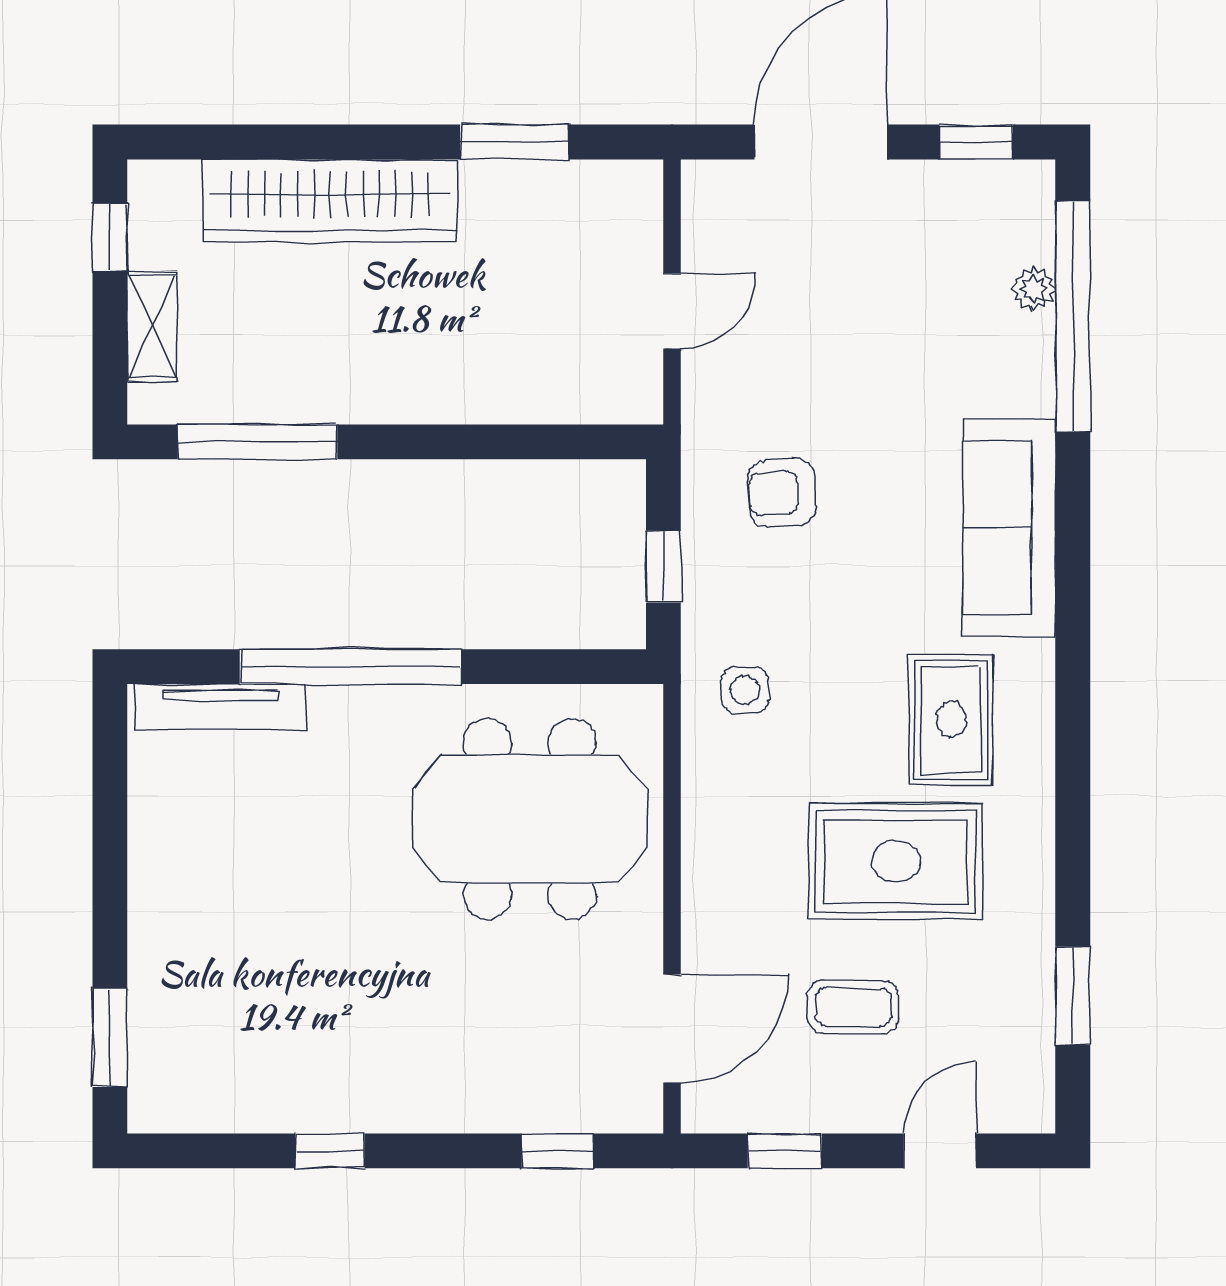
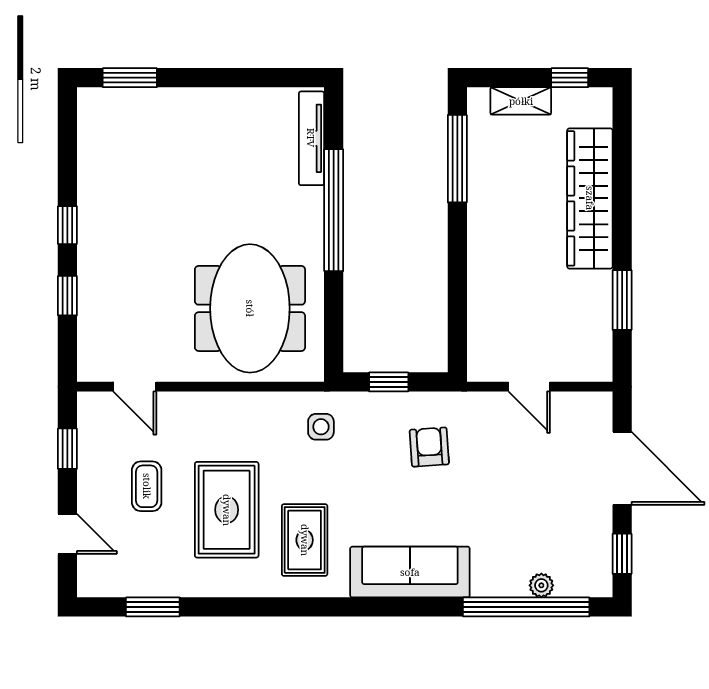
rug: (951, 720) -> (305, 540), turned 90
door: (672, 1029) -> (135, 387), width x0.73
window: (330, 1151) -> (67, 225), moved
window: (558, 1151) -> (67, 296), moved

